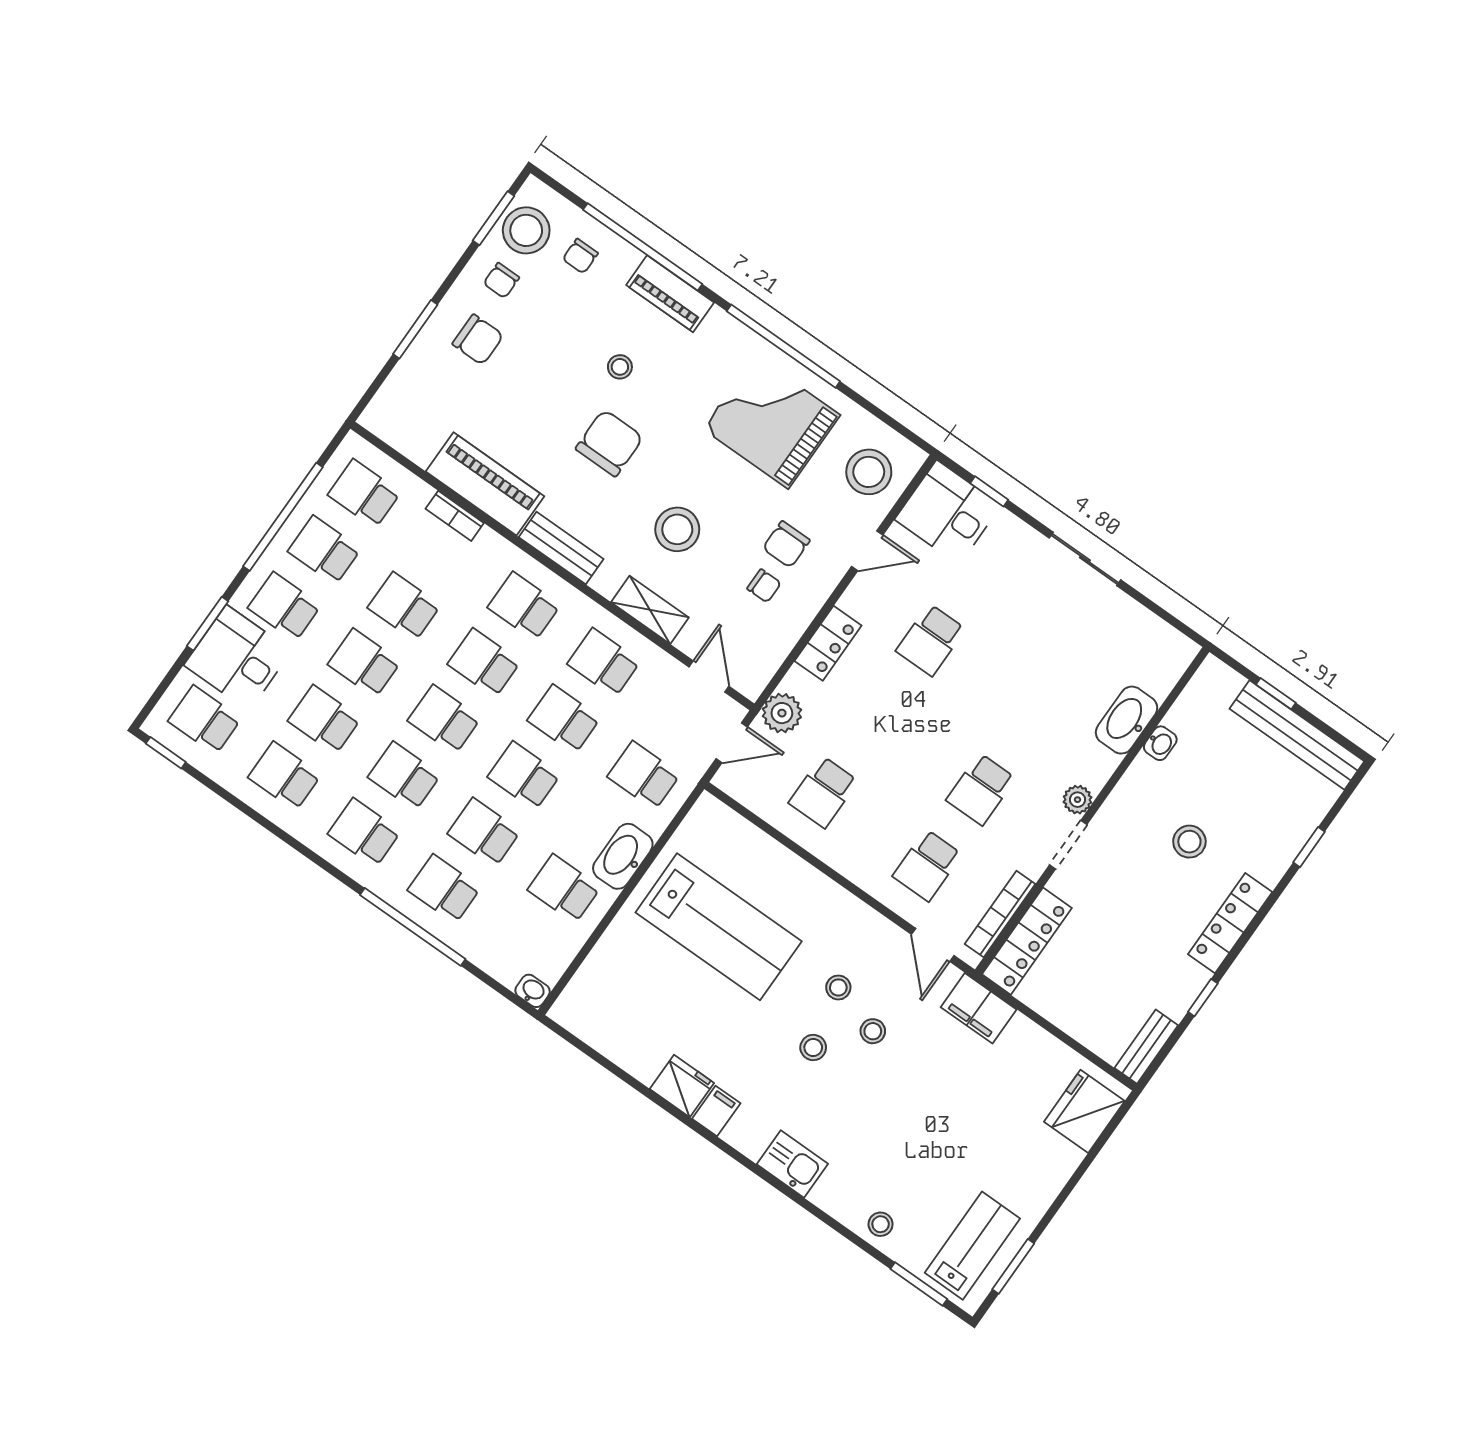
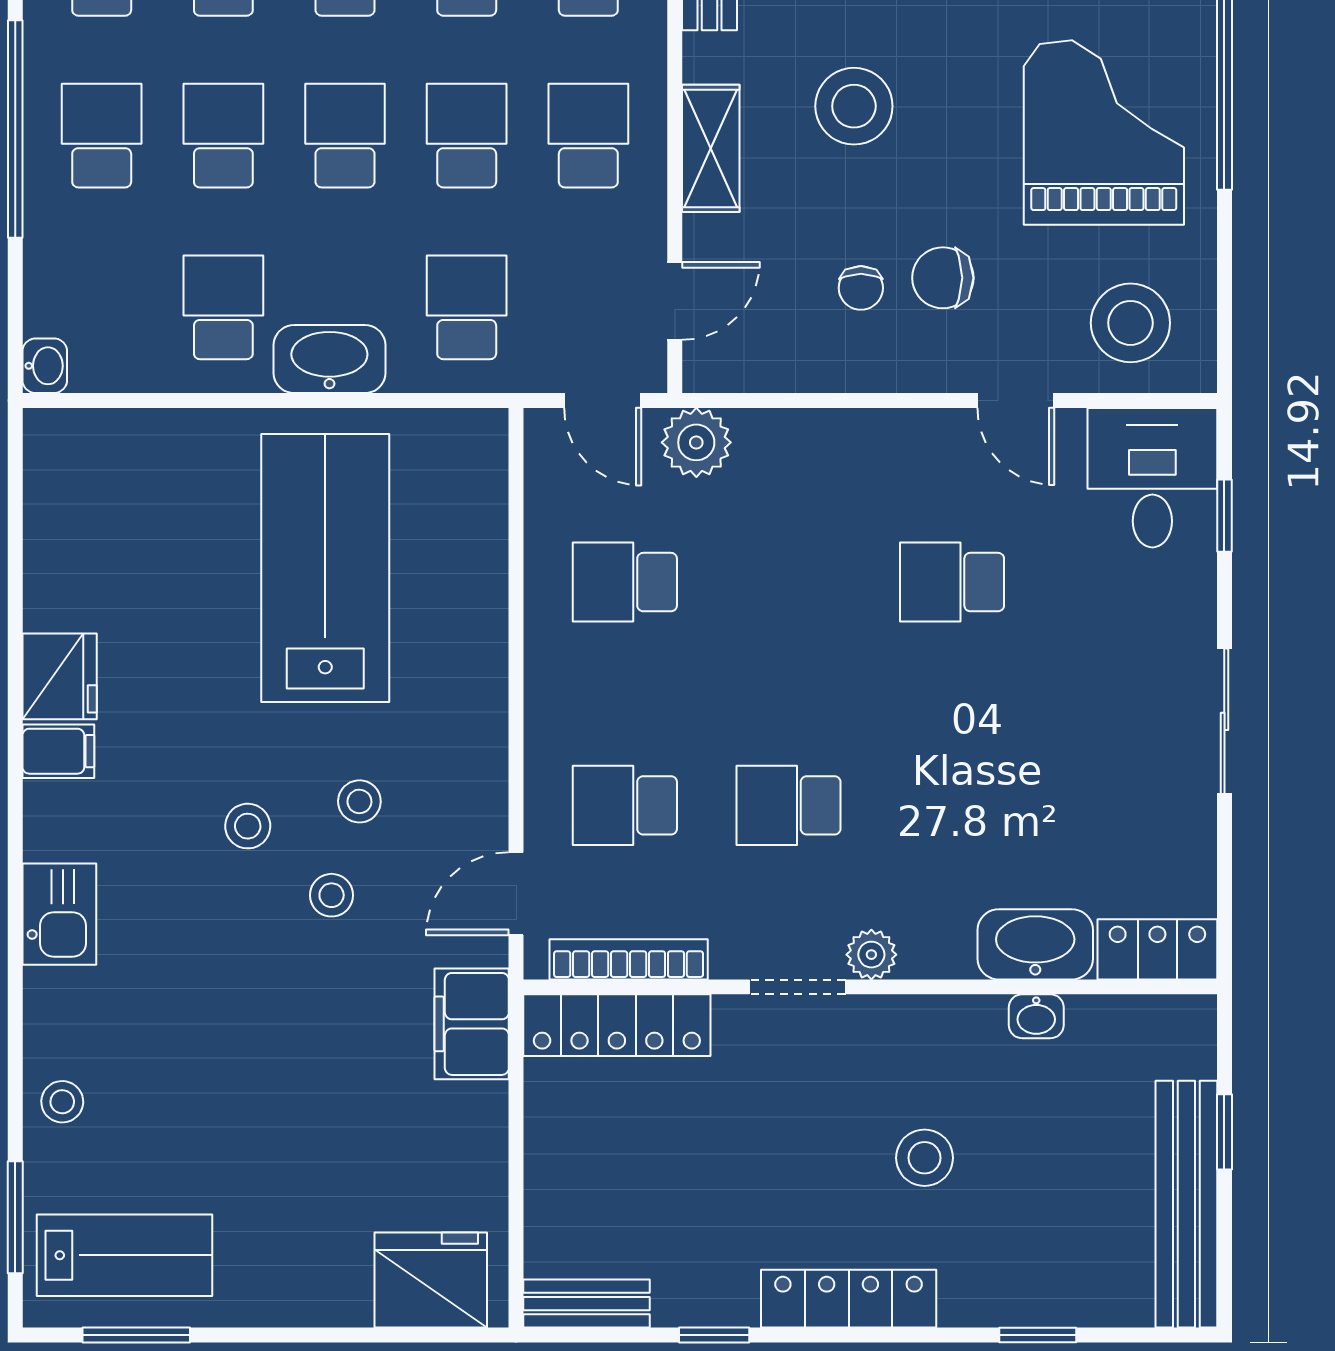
locker: (828, 643) -> (1157, 949), moved, turned 180
lab bench: (719, 927) -> (325, 568), turned 180

